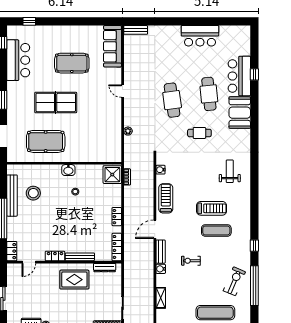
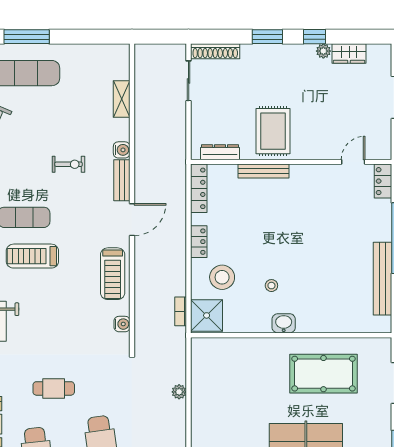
stool: (33, 193) -> (222, 277), moved
locker: (55, 256) -> (307, 173), removed
rug: (74, 280) -> (273, 131), turned 90

